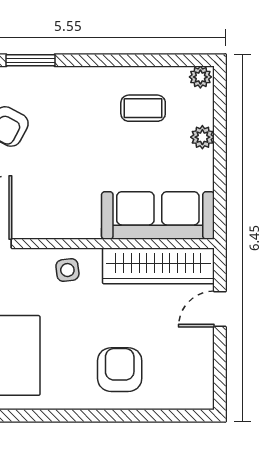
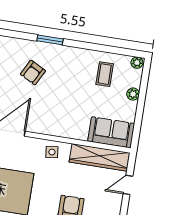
coffee table: (143, 108) -> (105, 74), turned 90
sofa: (158, 215) -> (111, 132), width x0.73

